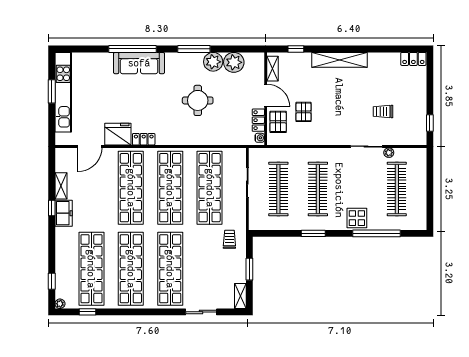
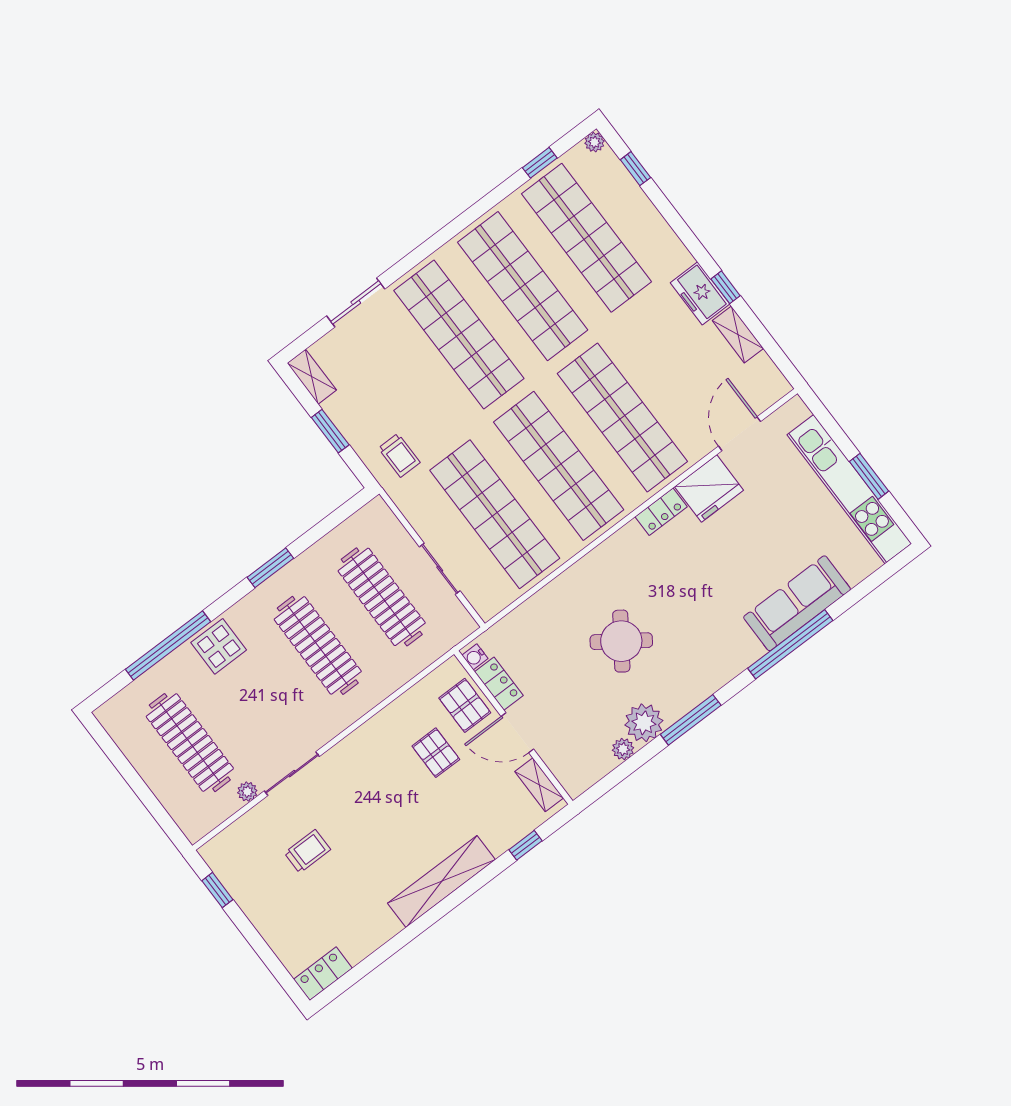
plant: (234, 62) -> (623, 749), width x0.53, depth x0.53
sofa: (139, 63) -> (797, 603), moved
round table: (198, 100) -> (621, 641), turned 35

